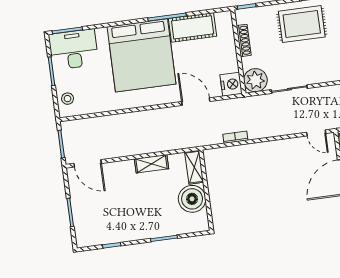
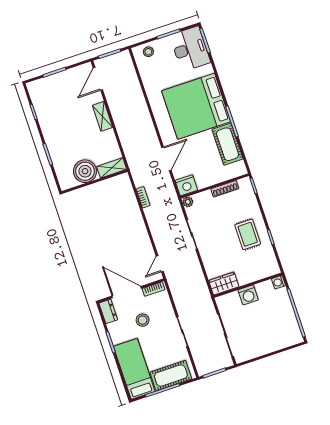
rug: (302, 24) -> (248, 234), width x0.73, depth x0.70
plant: (255, 80) -> (188, 202), width x0.53, depth x0.53
shelving: (151, 164) -> (102, 116), moved

